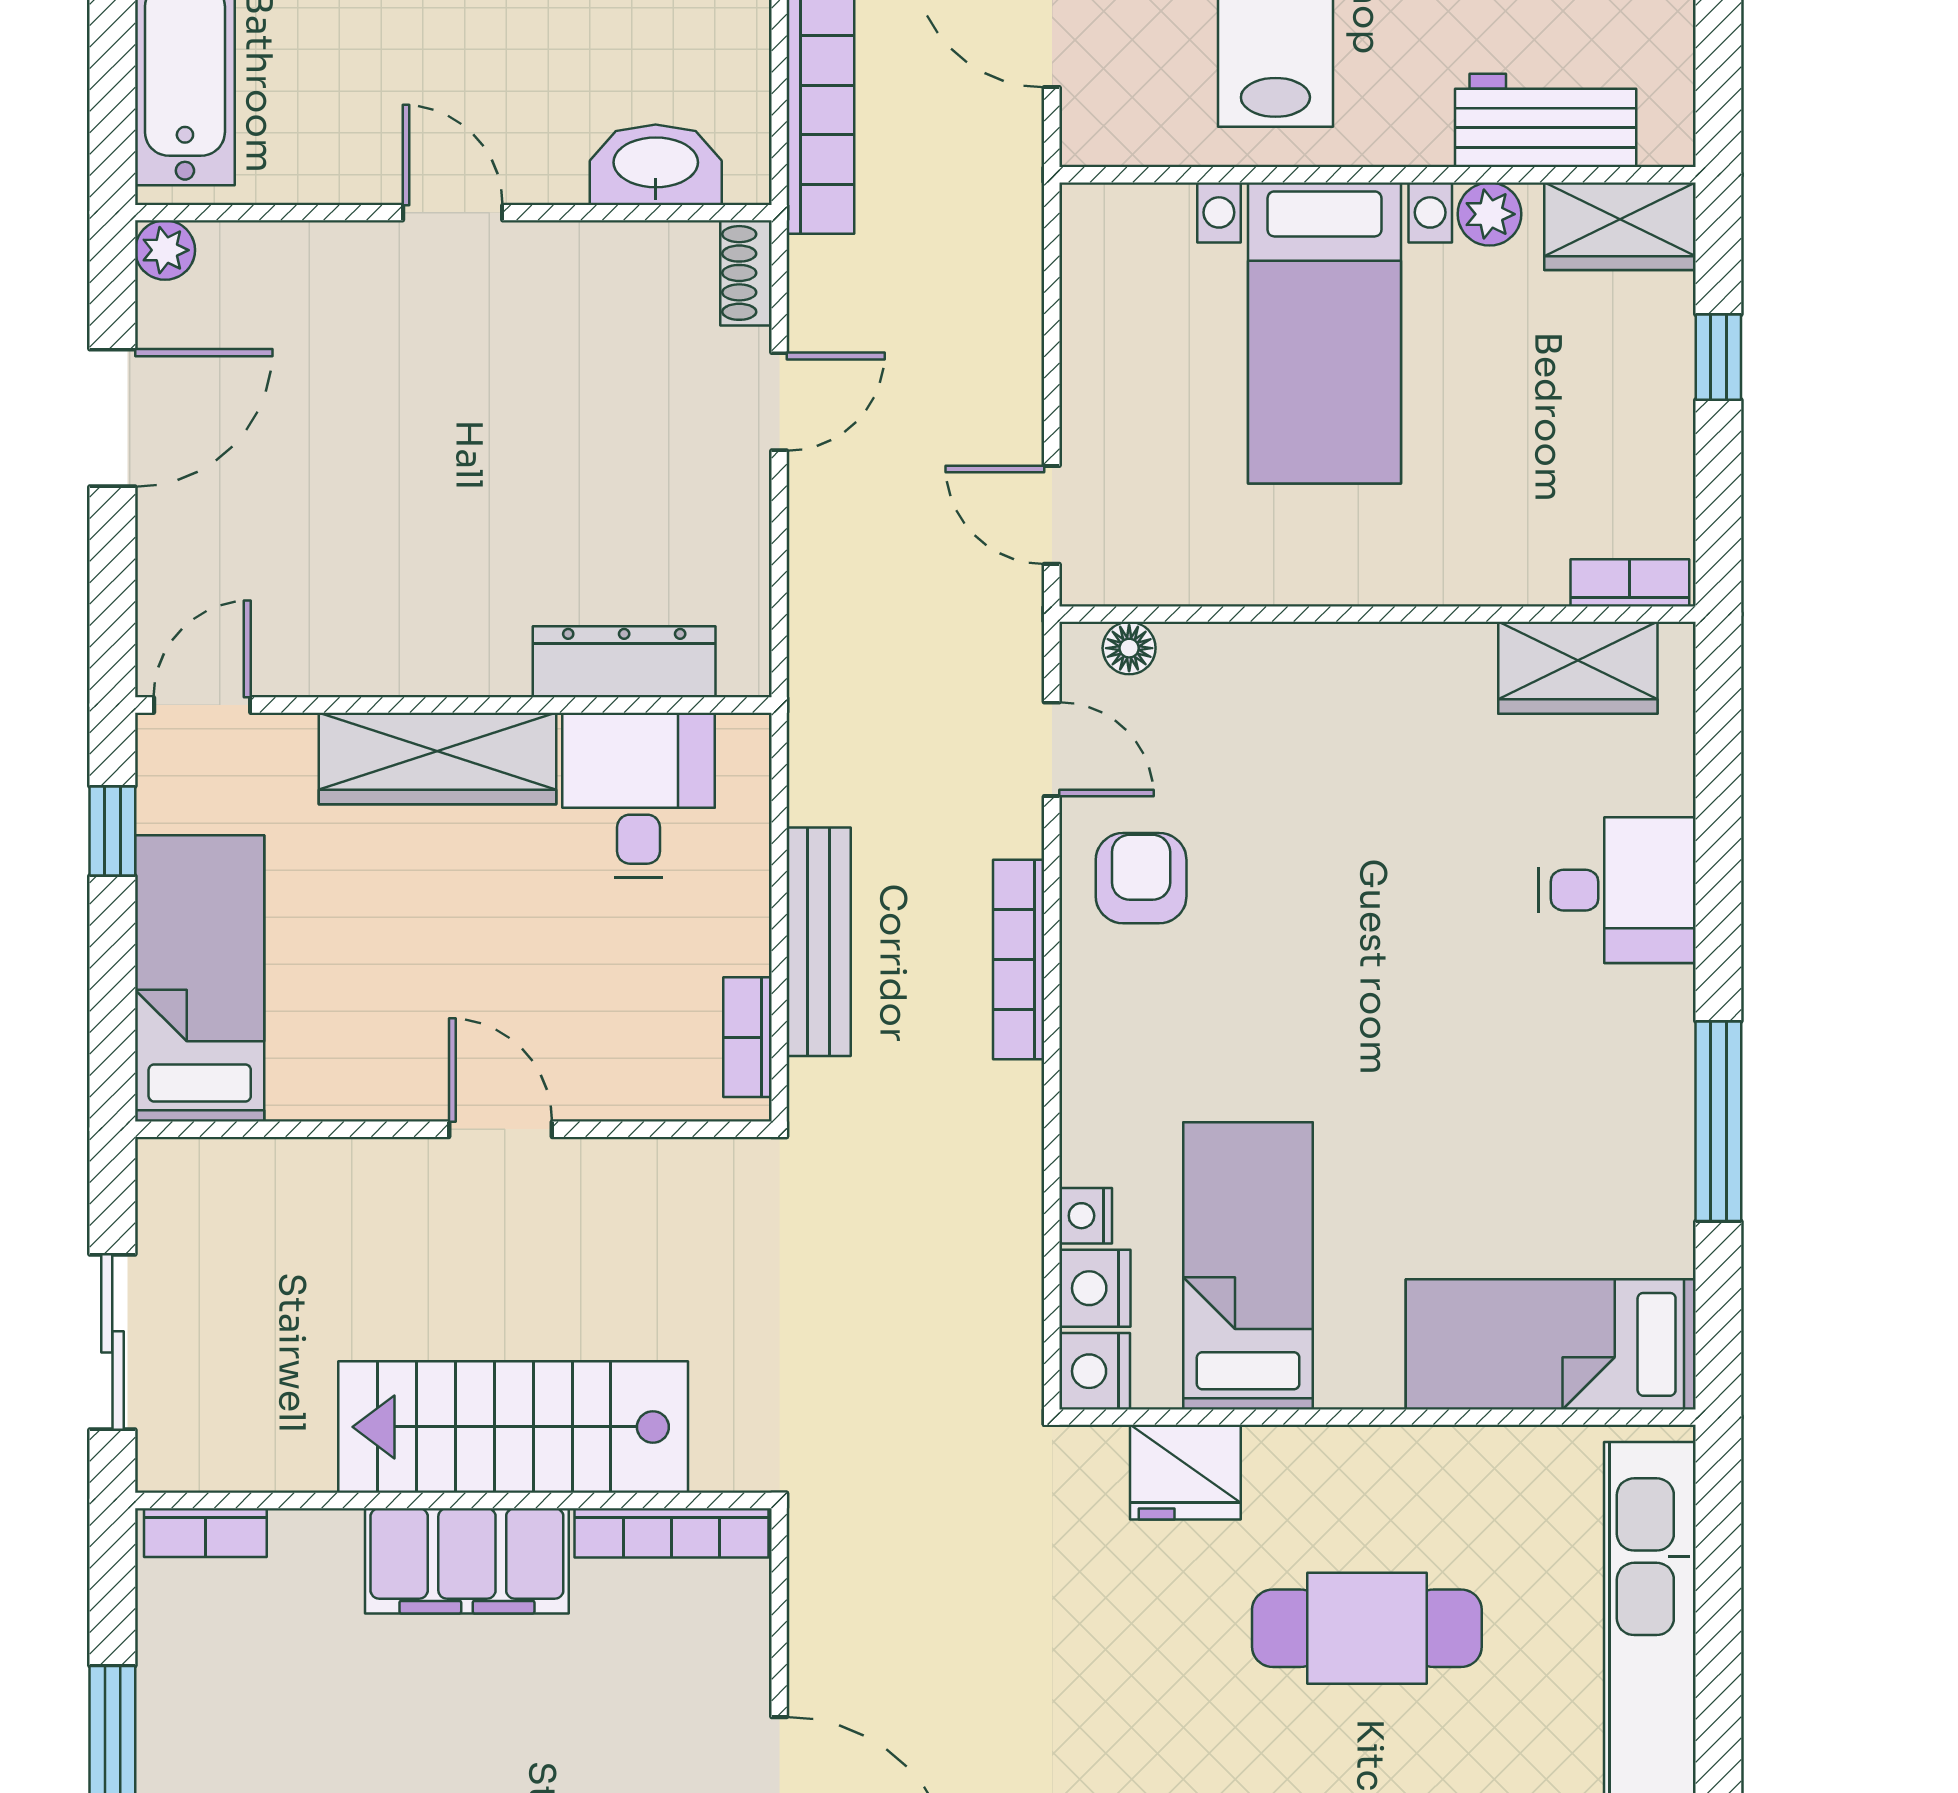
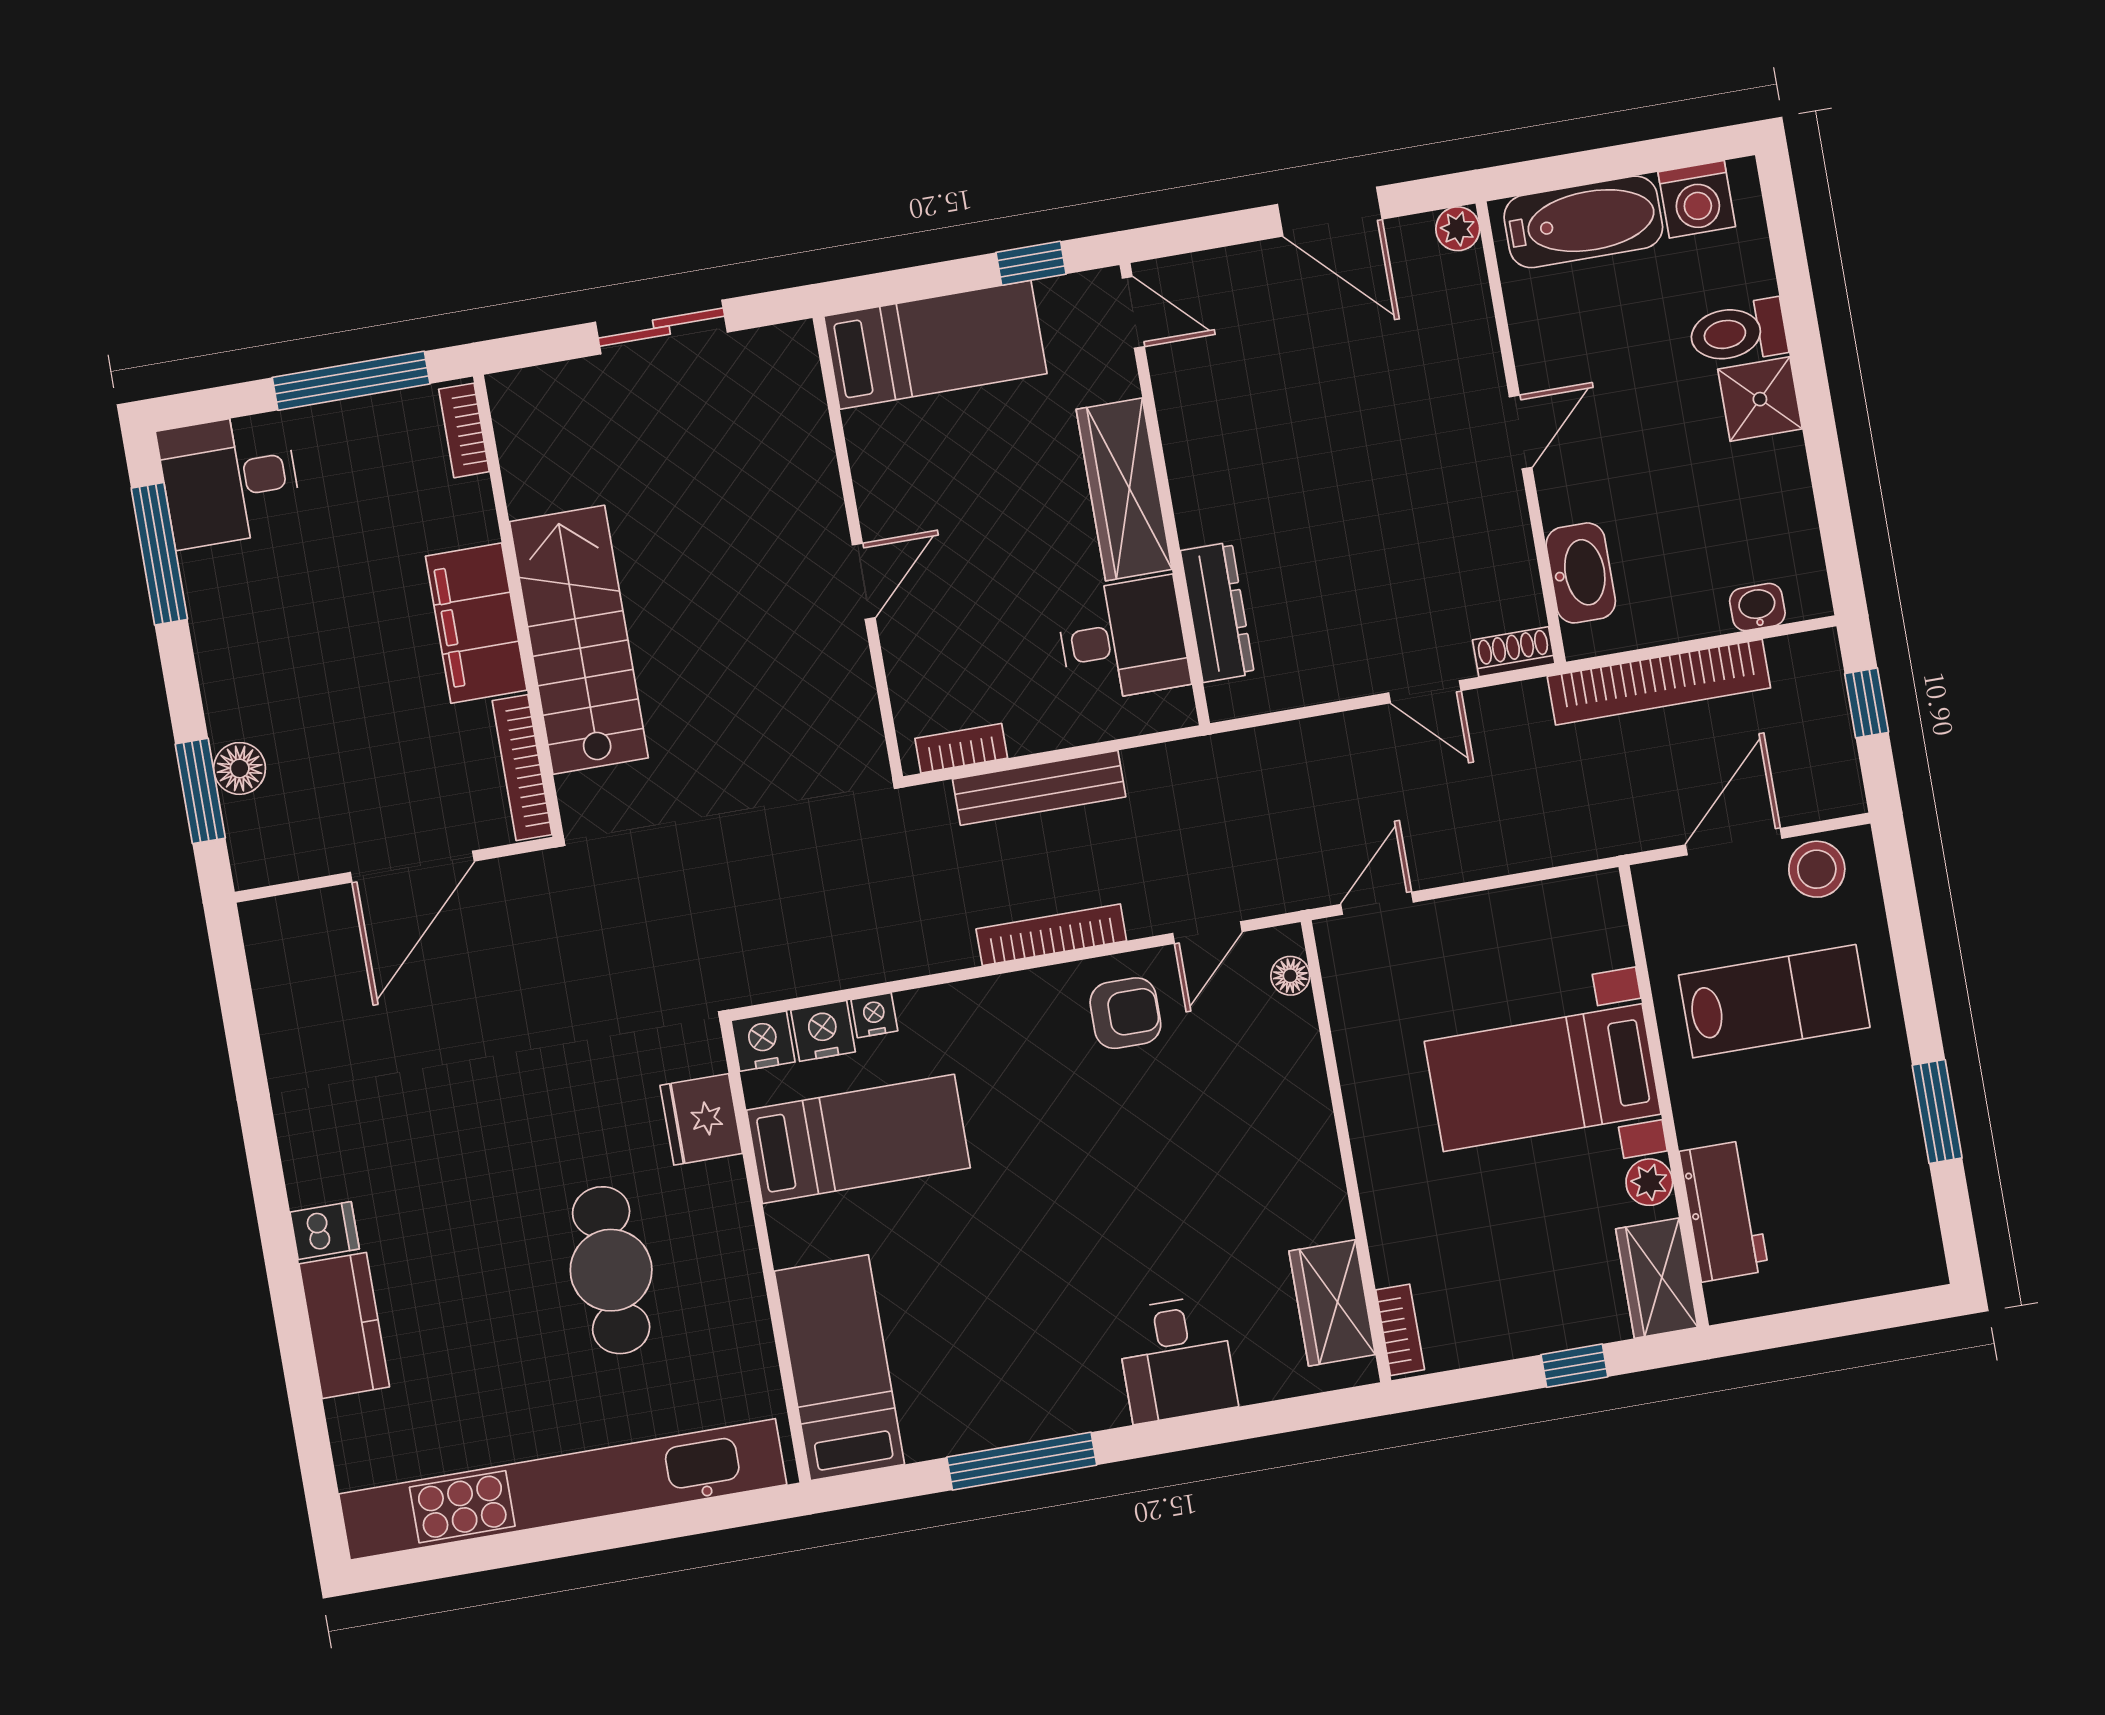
stairs: (513, 1427) -> (579, 640), moved
wall: (453, 1500) -> (518, 606), moved
bookcase: (205, 1533) -> (464, 430), moved
bookcase: (672, 1533) -> (522, 768), moved
filing cabinet: (467, 1561) -> (476, 623), moved

